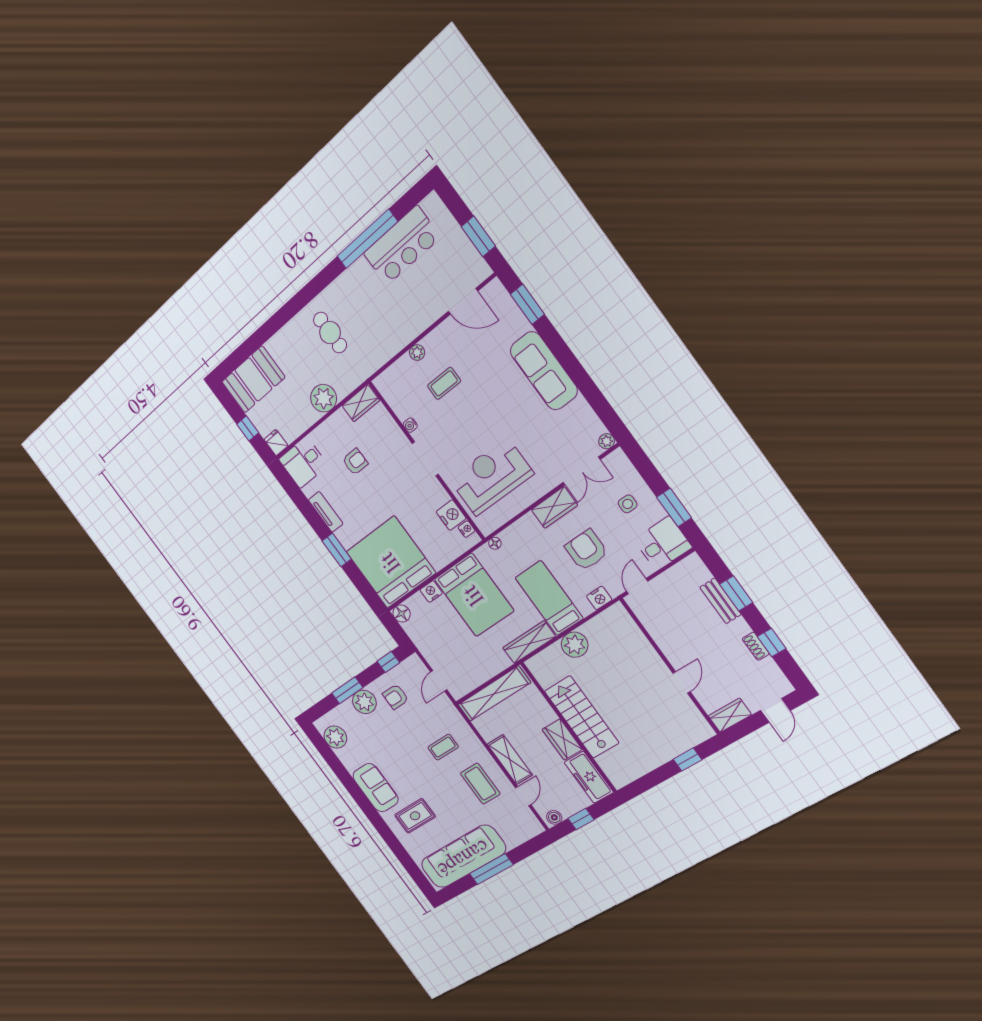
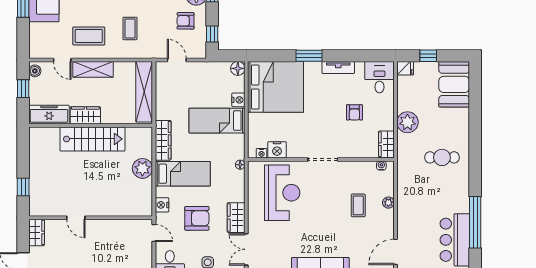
water cooler: (410, 425) -> (381, 166), moved
bed: (474, 595) -> (217, 121), width x0.67
armchair: (396, 697) -> (186, 21), turned -90

